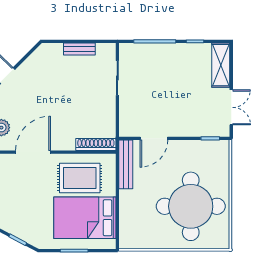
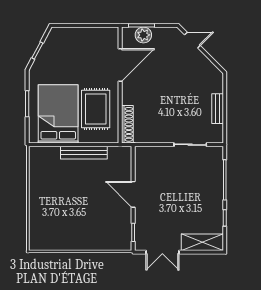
door: (154, 138) -> (133, 194), moved
door: (33, 152) -> (120, 65), hinge flipped
bench: (126, 164) -> (84, 153), moved
round table: (191, 206) -> (69, 214), removed

